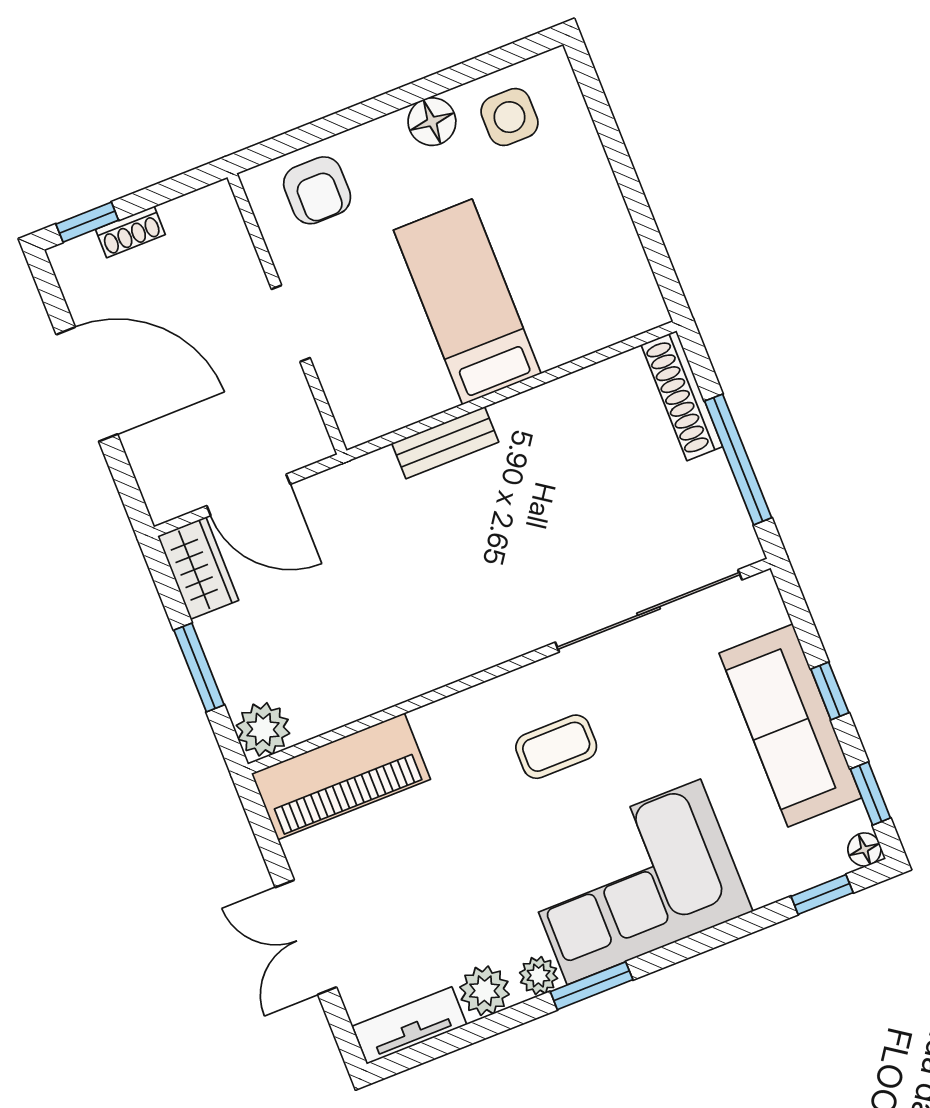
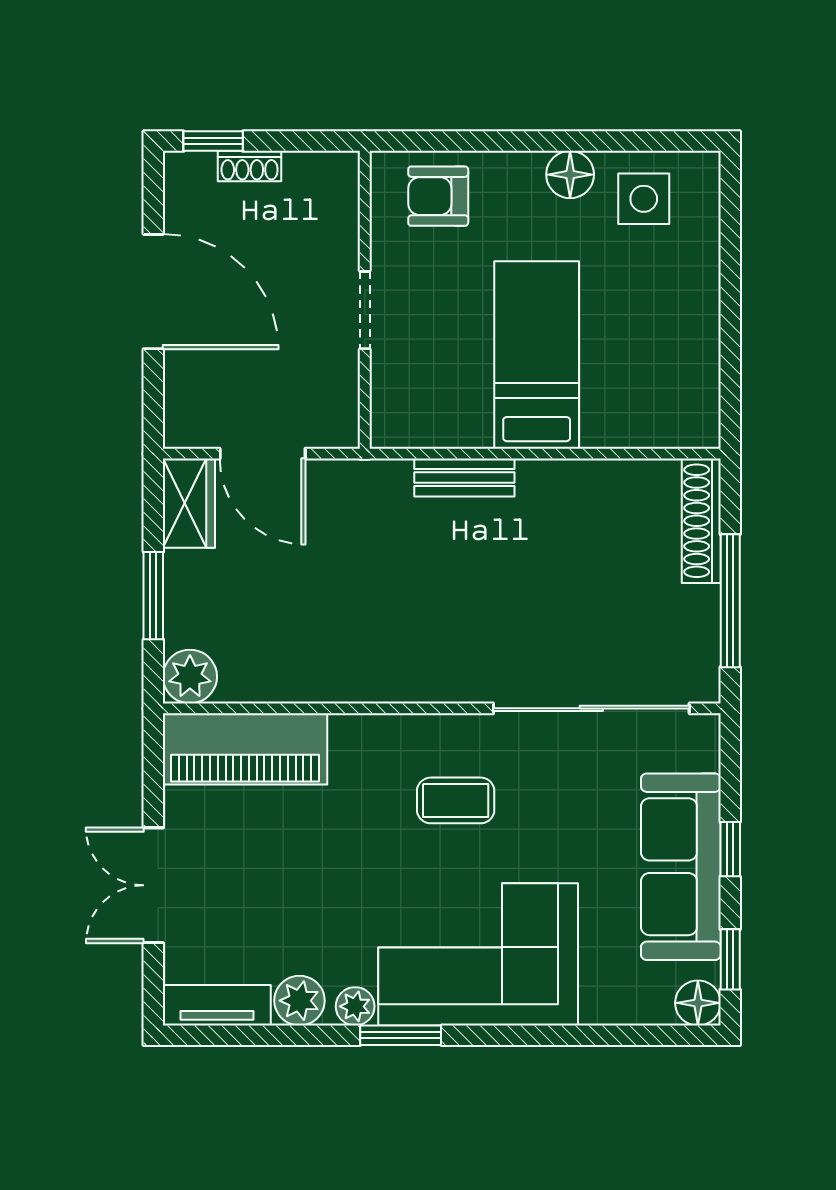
armchair: (317, 190) -> (438, 196), turned 90
floor lamp: (864, 850) -> (698, 1003), width x1.37, depth x1.37
window: (822, 894) -> (648, 1035), removed

